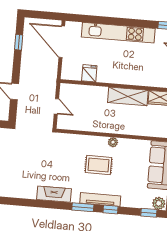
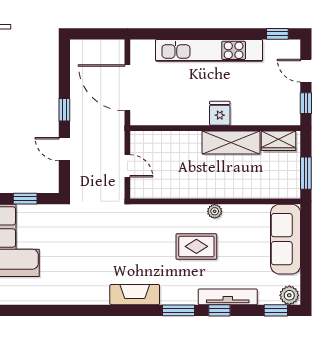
window: (19, 42) -> (64, 110), moved
door: (62, 42) -> (127, 88), moved
fridge: (89, 73) -> (220, 113), moved
tv unit: (100, 200) -> (228, 297), moved

